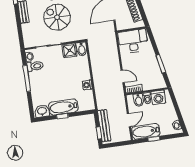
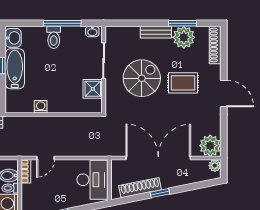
bidet: (82, 49) -> (92, 106), removed
toilet: (35, 66) -> (54, 37), moved

